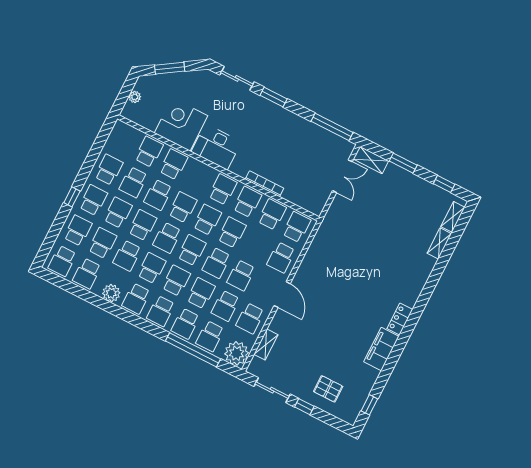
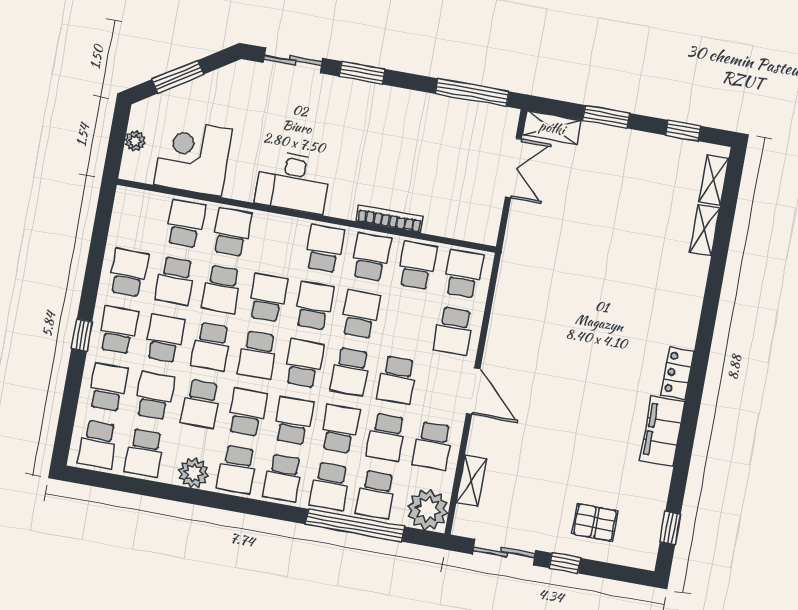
corner desk: (181, 124) -> (193, 157), moved
school desk: (143, 225) -> (211, 347), turned 180

